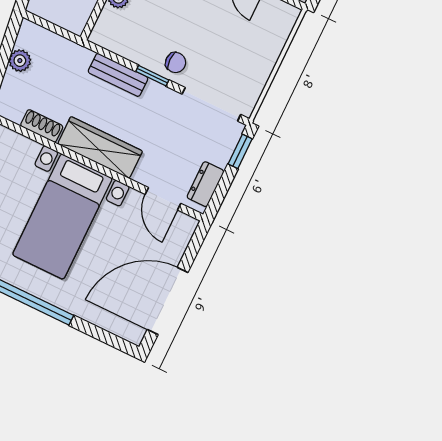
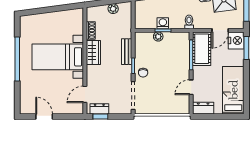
wardrobe: (100, 148) -> (93, 53), width x0.67
window: (240, 151) -> (100, 117), moved
door: (168, 301) -> (44, 117), width x0.53

